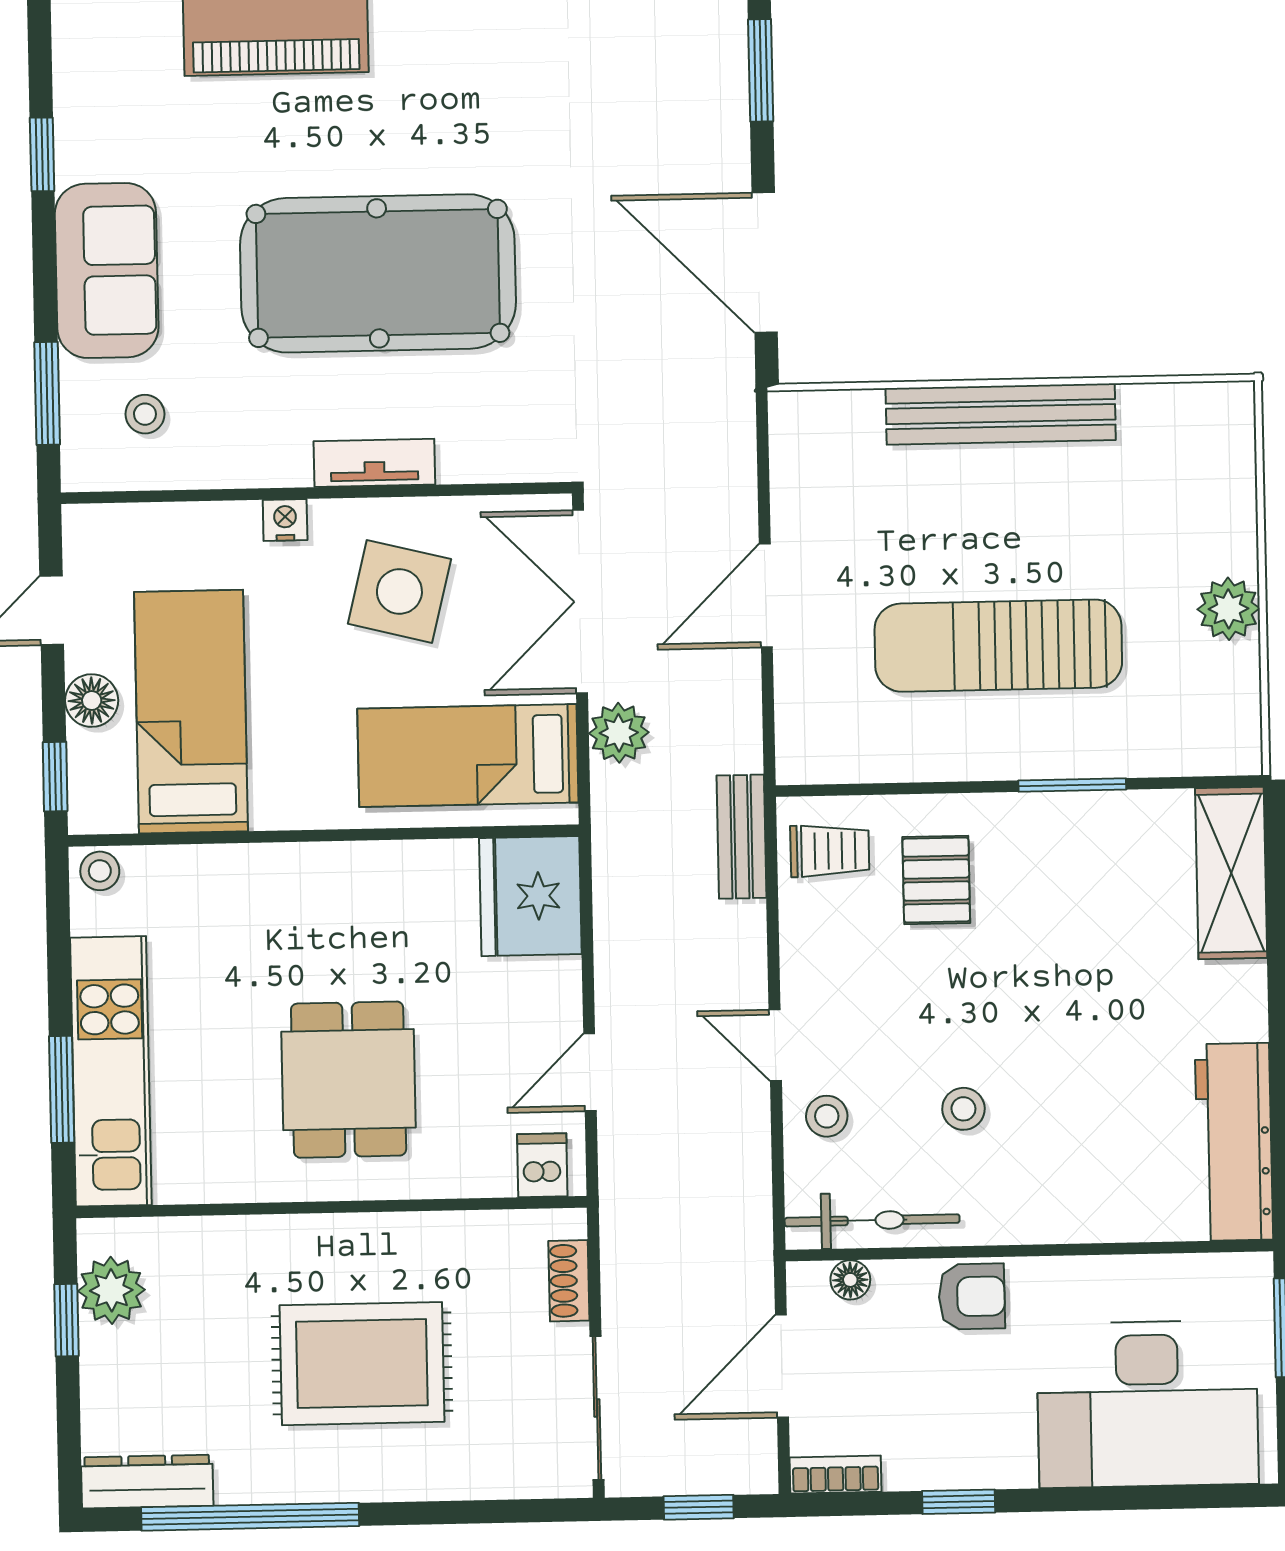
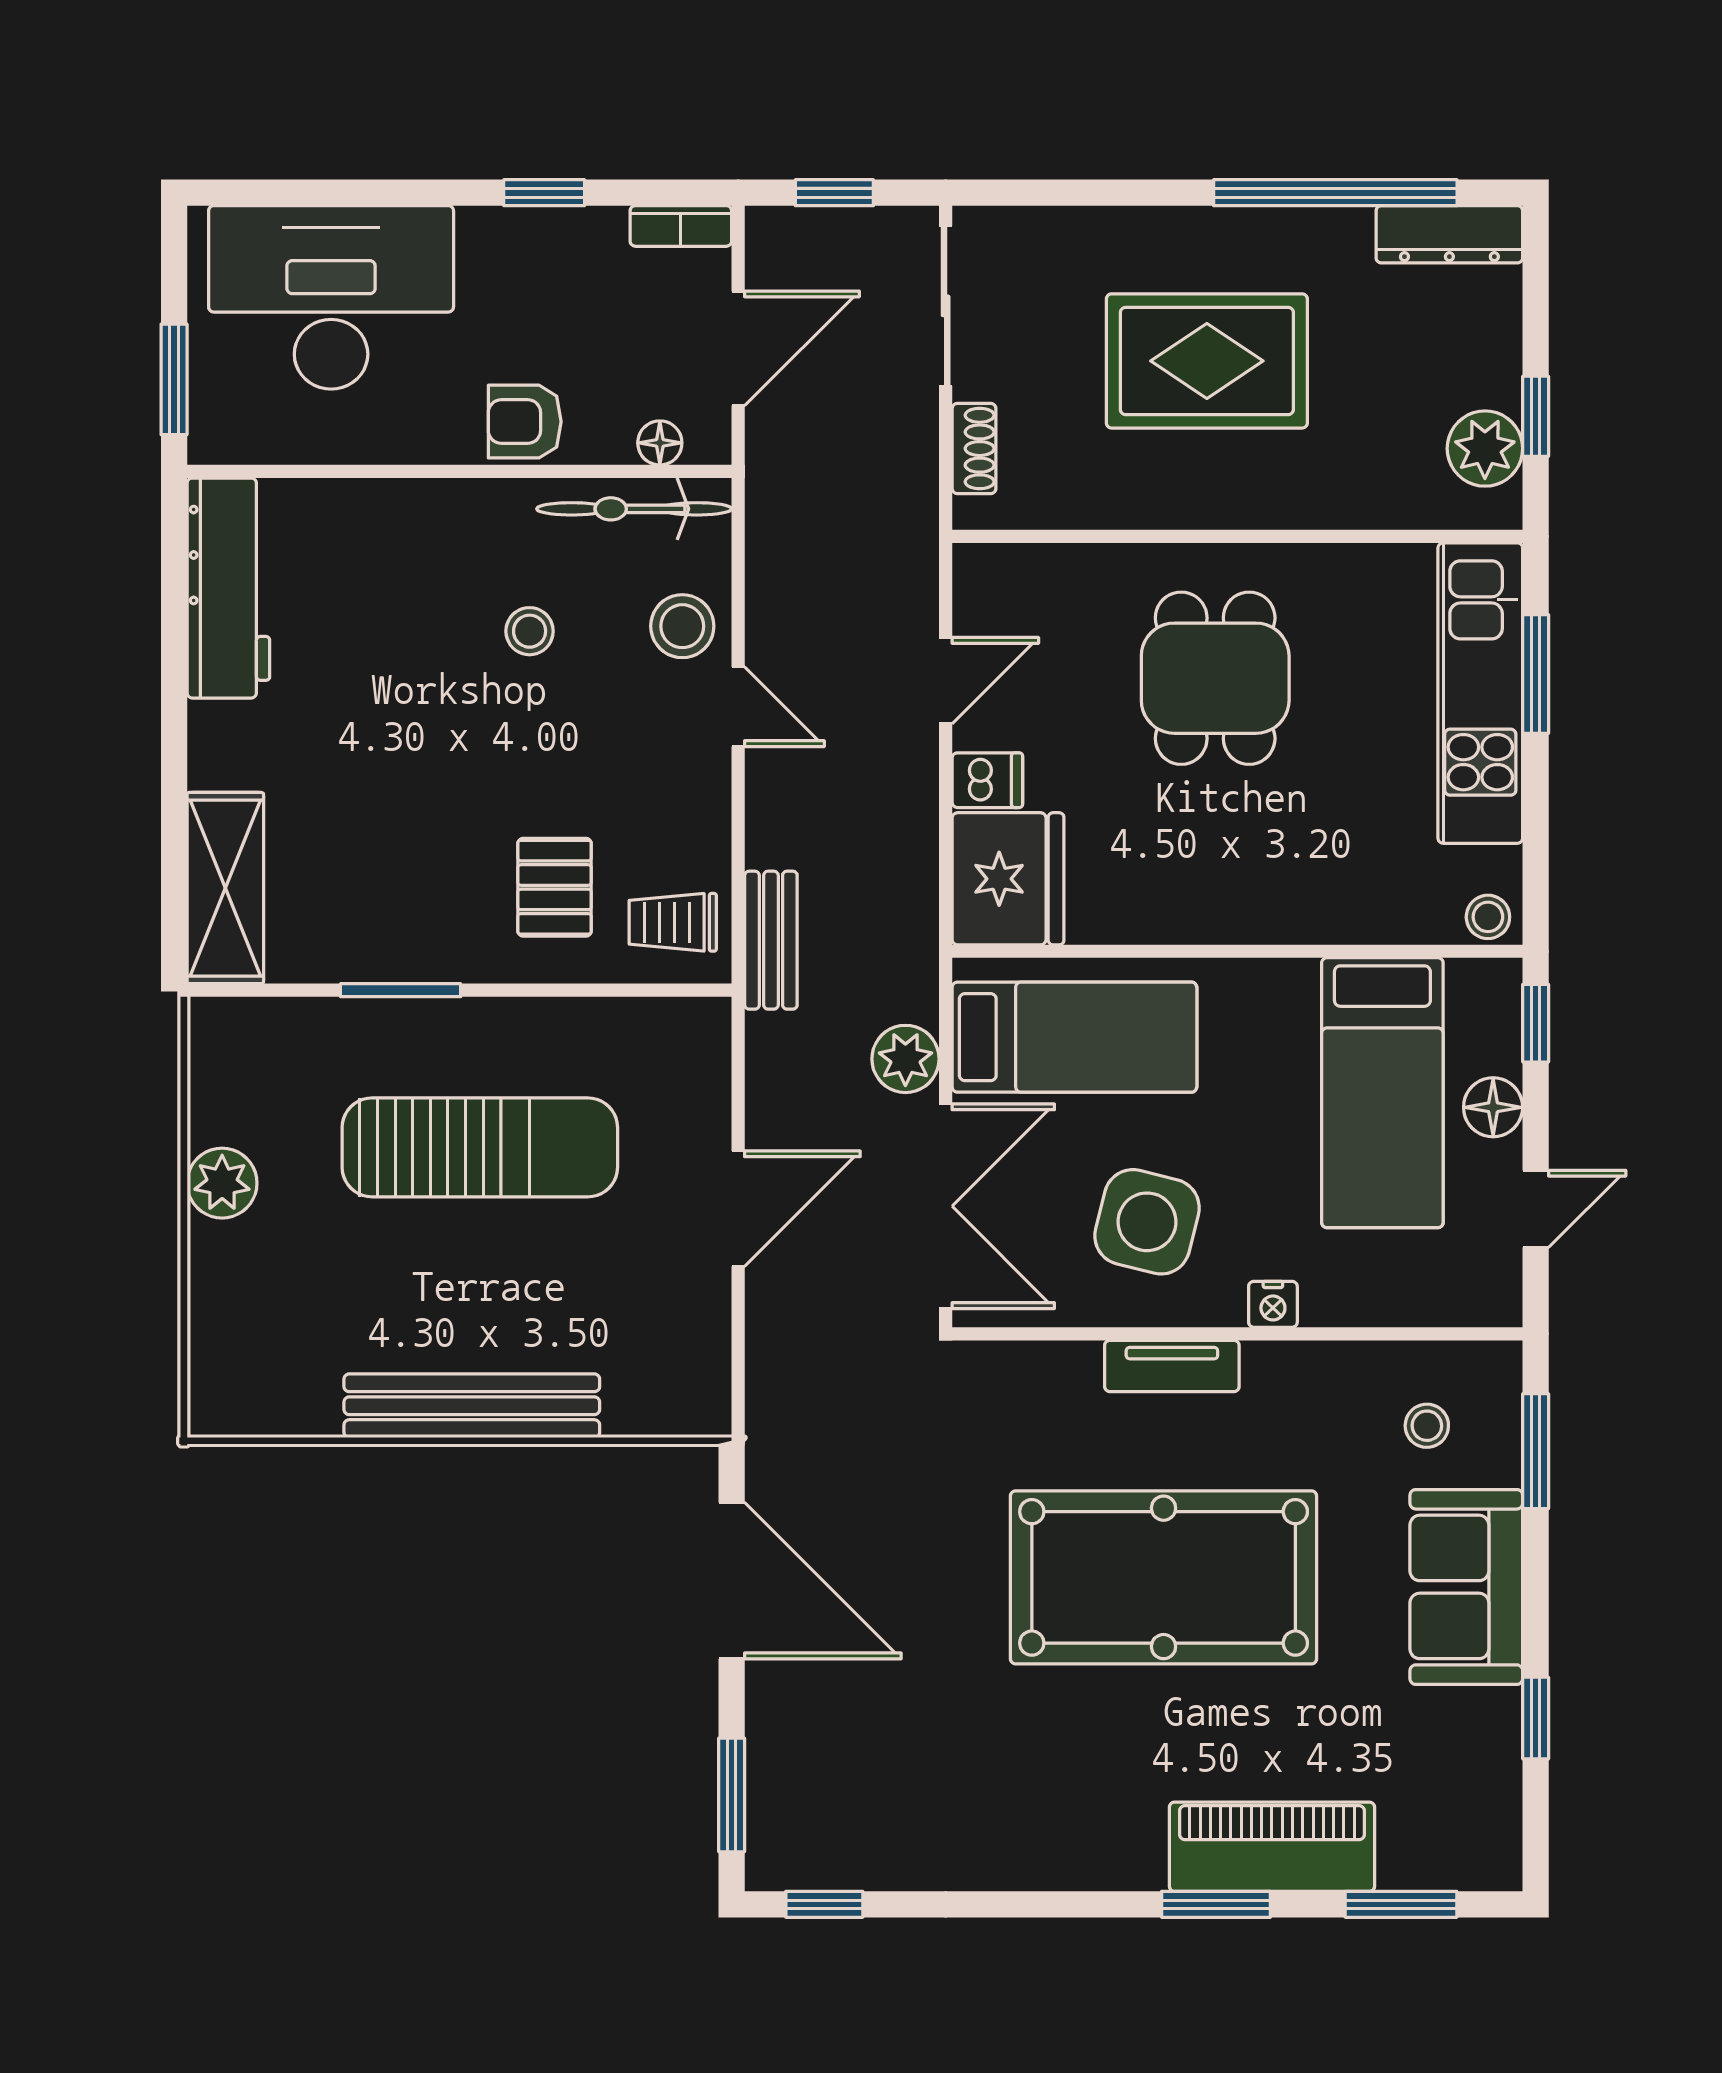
stool: (827, 1116) -> (682, 626), width x1.37, depth x1.37
dishwasher: (542, 1165) -> (987, 780), moved, turned -90

